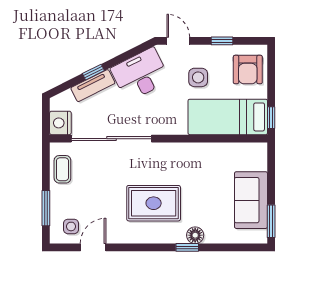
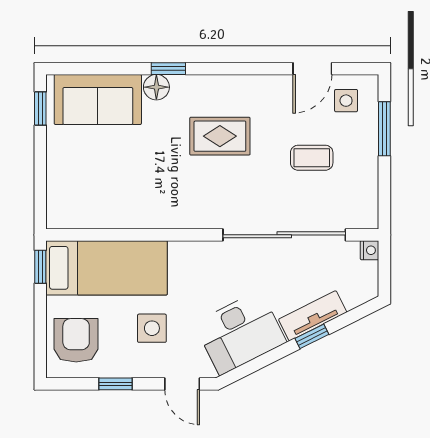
nightstand: (60, 123) -> (369, 250), width x0.53, depth x0.56
coffee table: (62, 169) -> (312, 158), moved, turned 90
sofa: (251, 200) -> (98, 99), moved, turned 90
rug: (154, 203) -> (220, 136), width x0.73, depth x0.70
window: (271, 221) -> (40, 108), width x0.67

